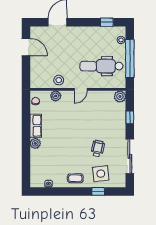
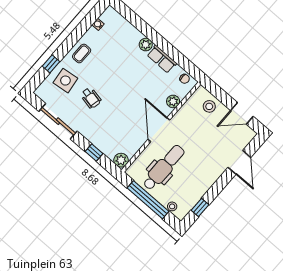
stool: (59, 80) -> (209, 106), moved
door: (81, 89) -> (159, 130), width x1.88

